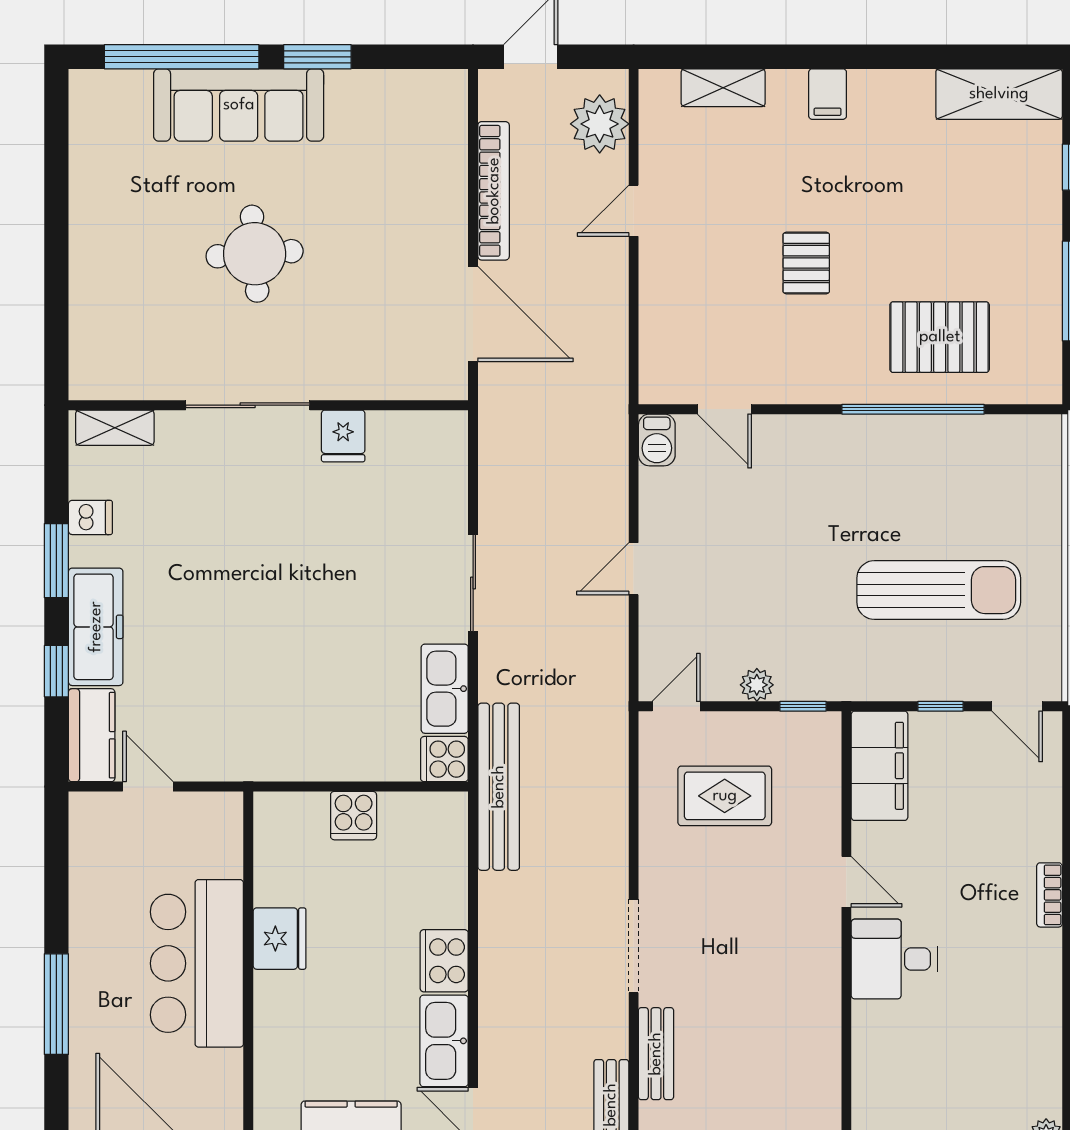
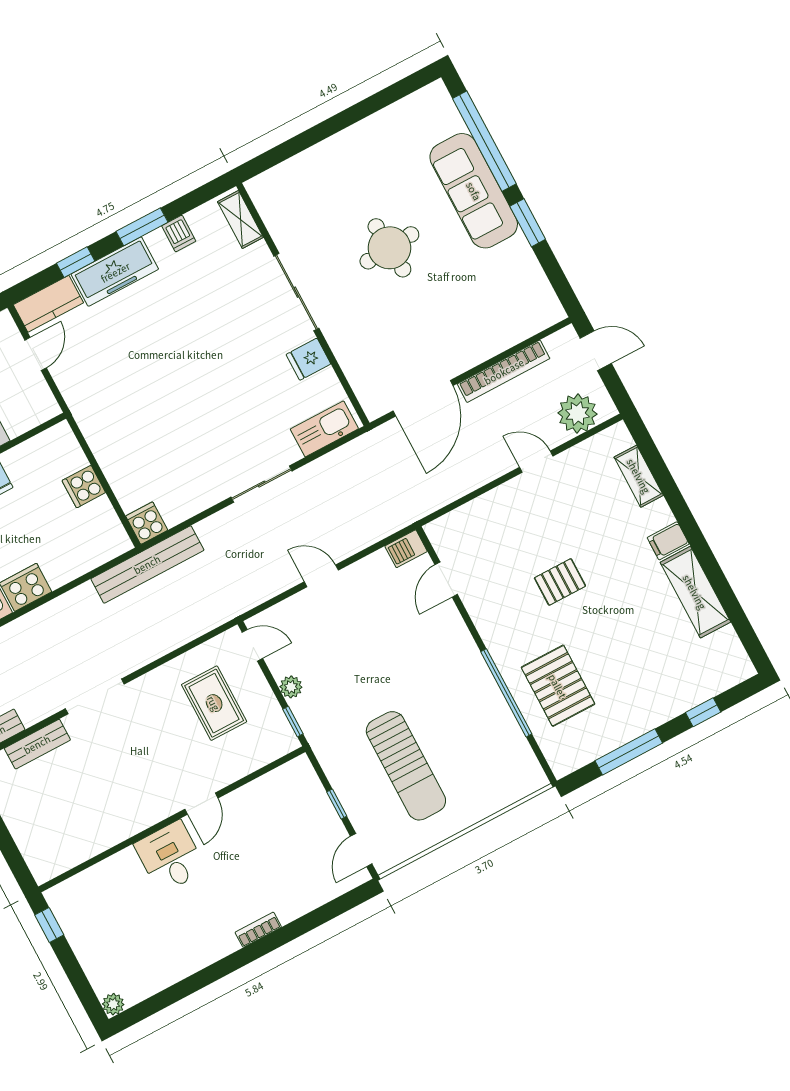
shelving: (999, 94) -> (695, 592), moved
kitchen sink: (445, 689) -> (324, 429), moved
filing cabinet: (880, 766) -> (282, 786), removed

